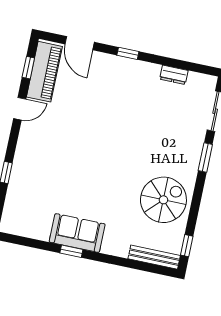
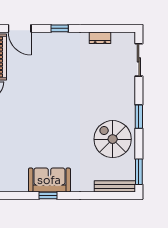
window: (205, 158) -> (139, 117), moved
spiral stairs: (163, 200) -> (113, 139), turned -90
window: (187, 246) -> (139, 172), width x1.50

